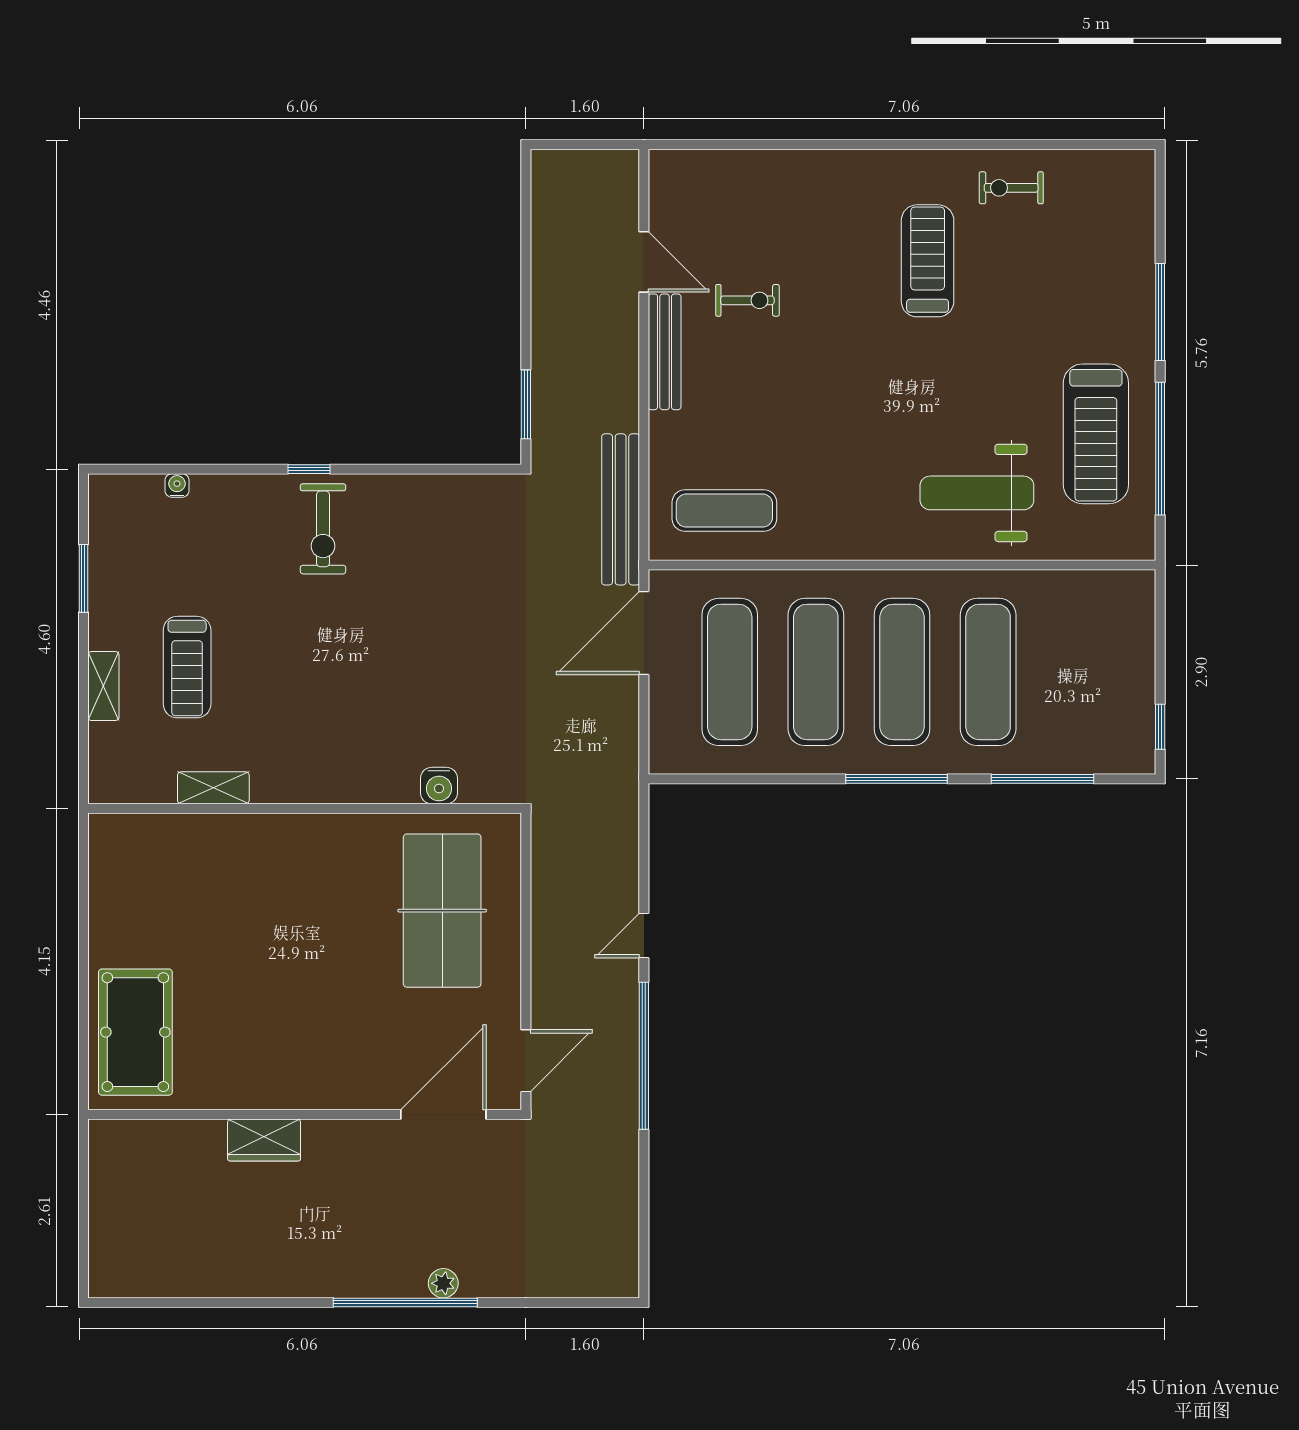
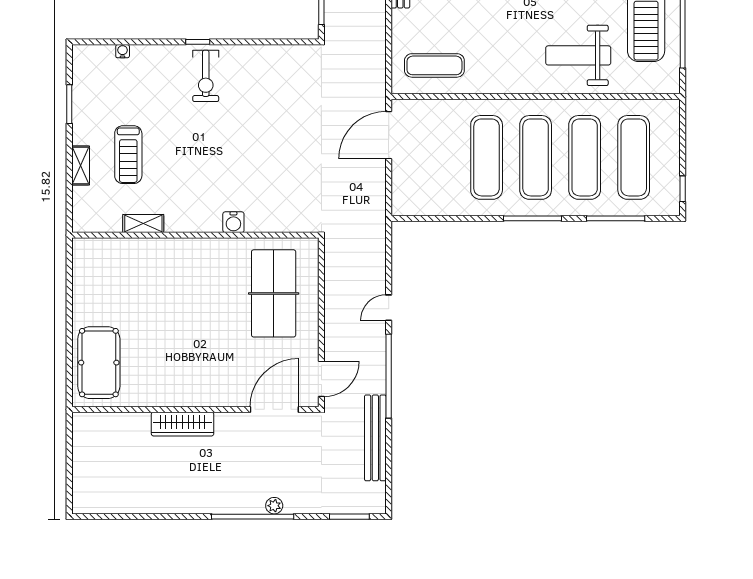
bench: (621, 509) -> (375, 438), moved
exercise mat: (730, 672) -> (634, 157), moved
water cooler: (439, 786) -> (233, 222), moved
wardrobe: (264, 1140) -> (183, 424), width x1.50
window: (575, 1302) -> (349, 517), added

